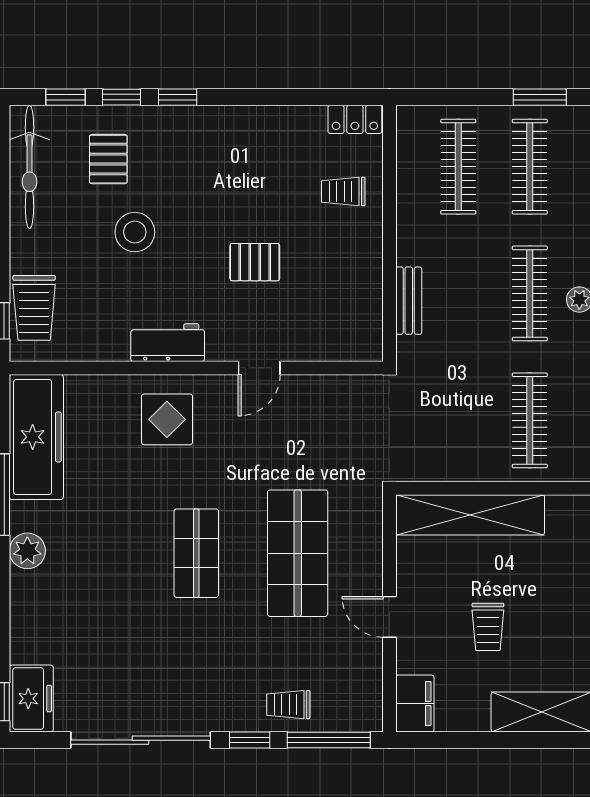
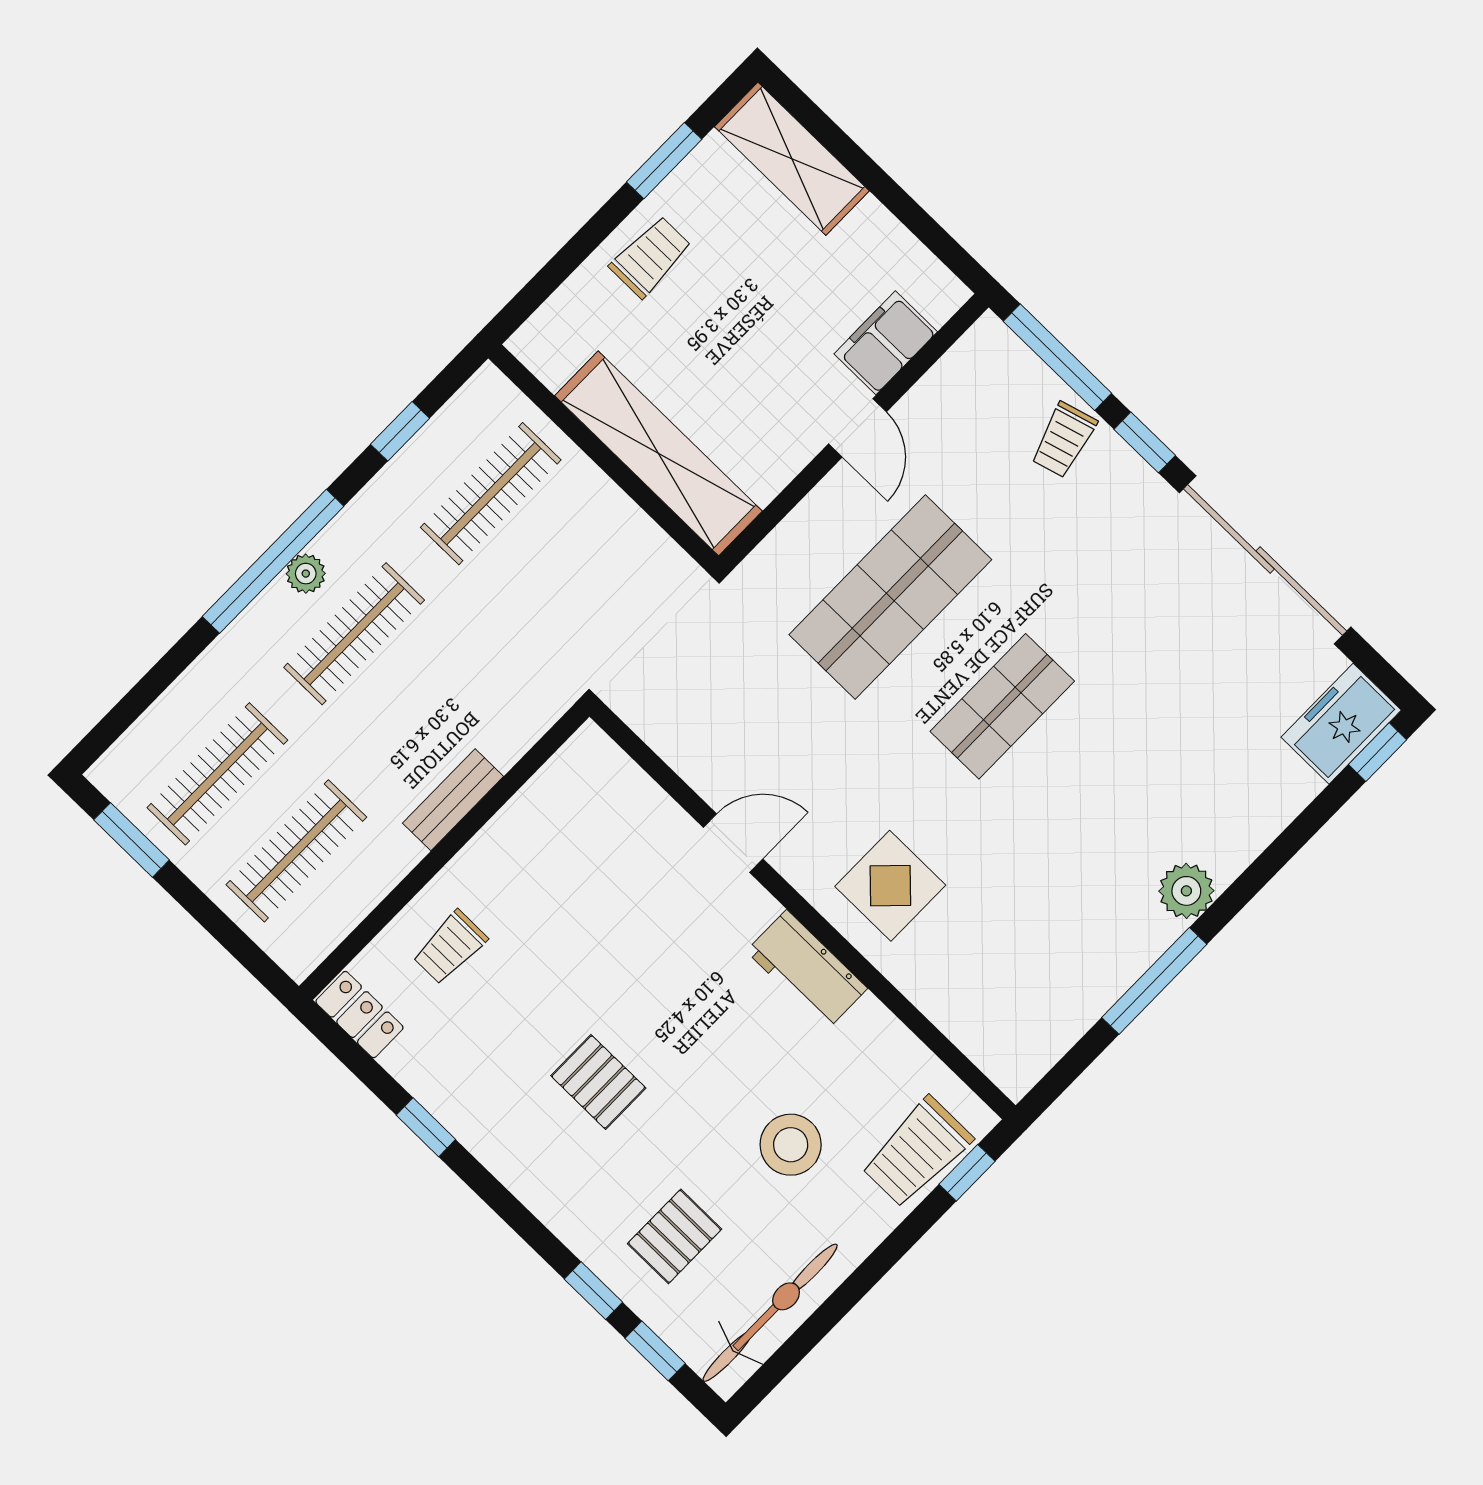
window: (178, 97) -> (426, 1127), moved
trolley: (343, 191) -> (450, 947), turned 90
stool: (135, 232) -> (791, 1145), moved
pallet: (255, 262) -> (598, 1082), moved
bench: (409, 301) -> (453, 800), moved
trolley: (34, 308) -> (917, 1152), turned 180
freezer: (36, 437) -> (1054, 1007), removed
trolley: (488, 627) -> (650, 257), moved
filing cabinet: (415, 704) -> (886, 343), moved
trolley: (288, 705) -> (1064, 440), turned 74

